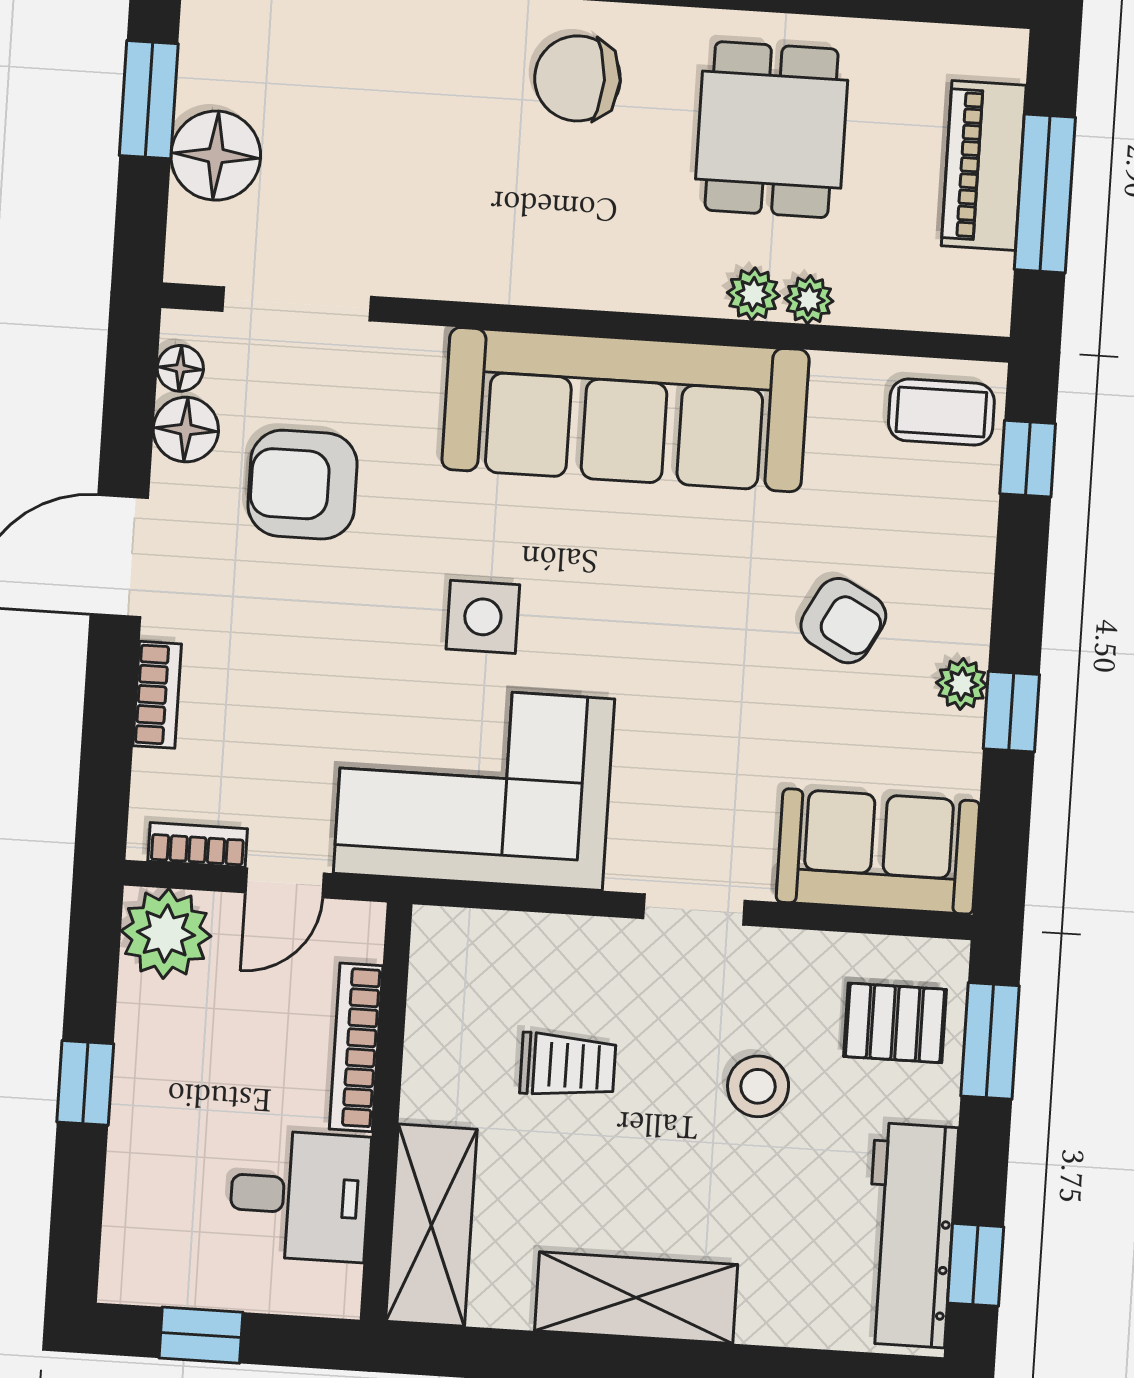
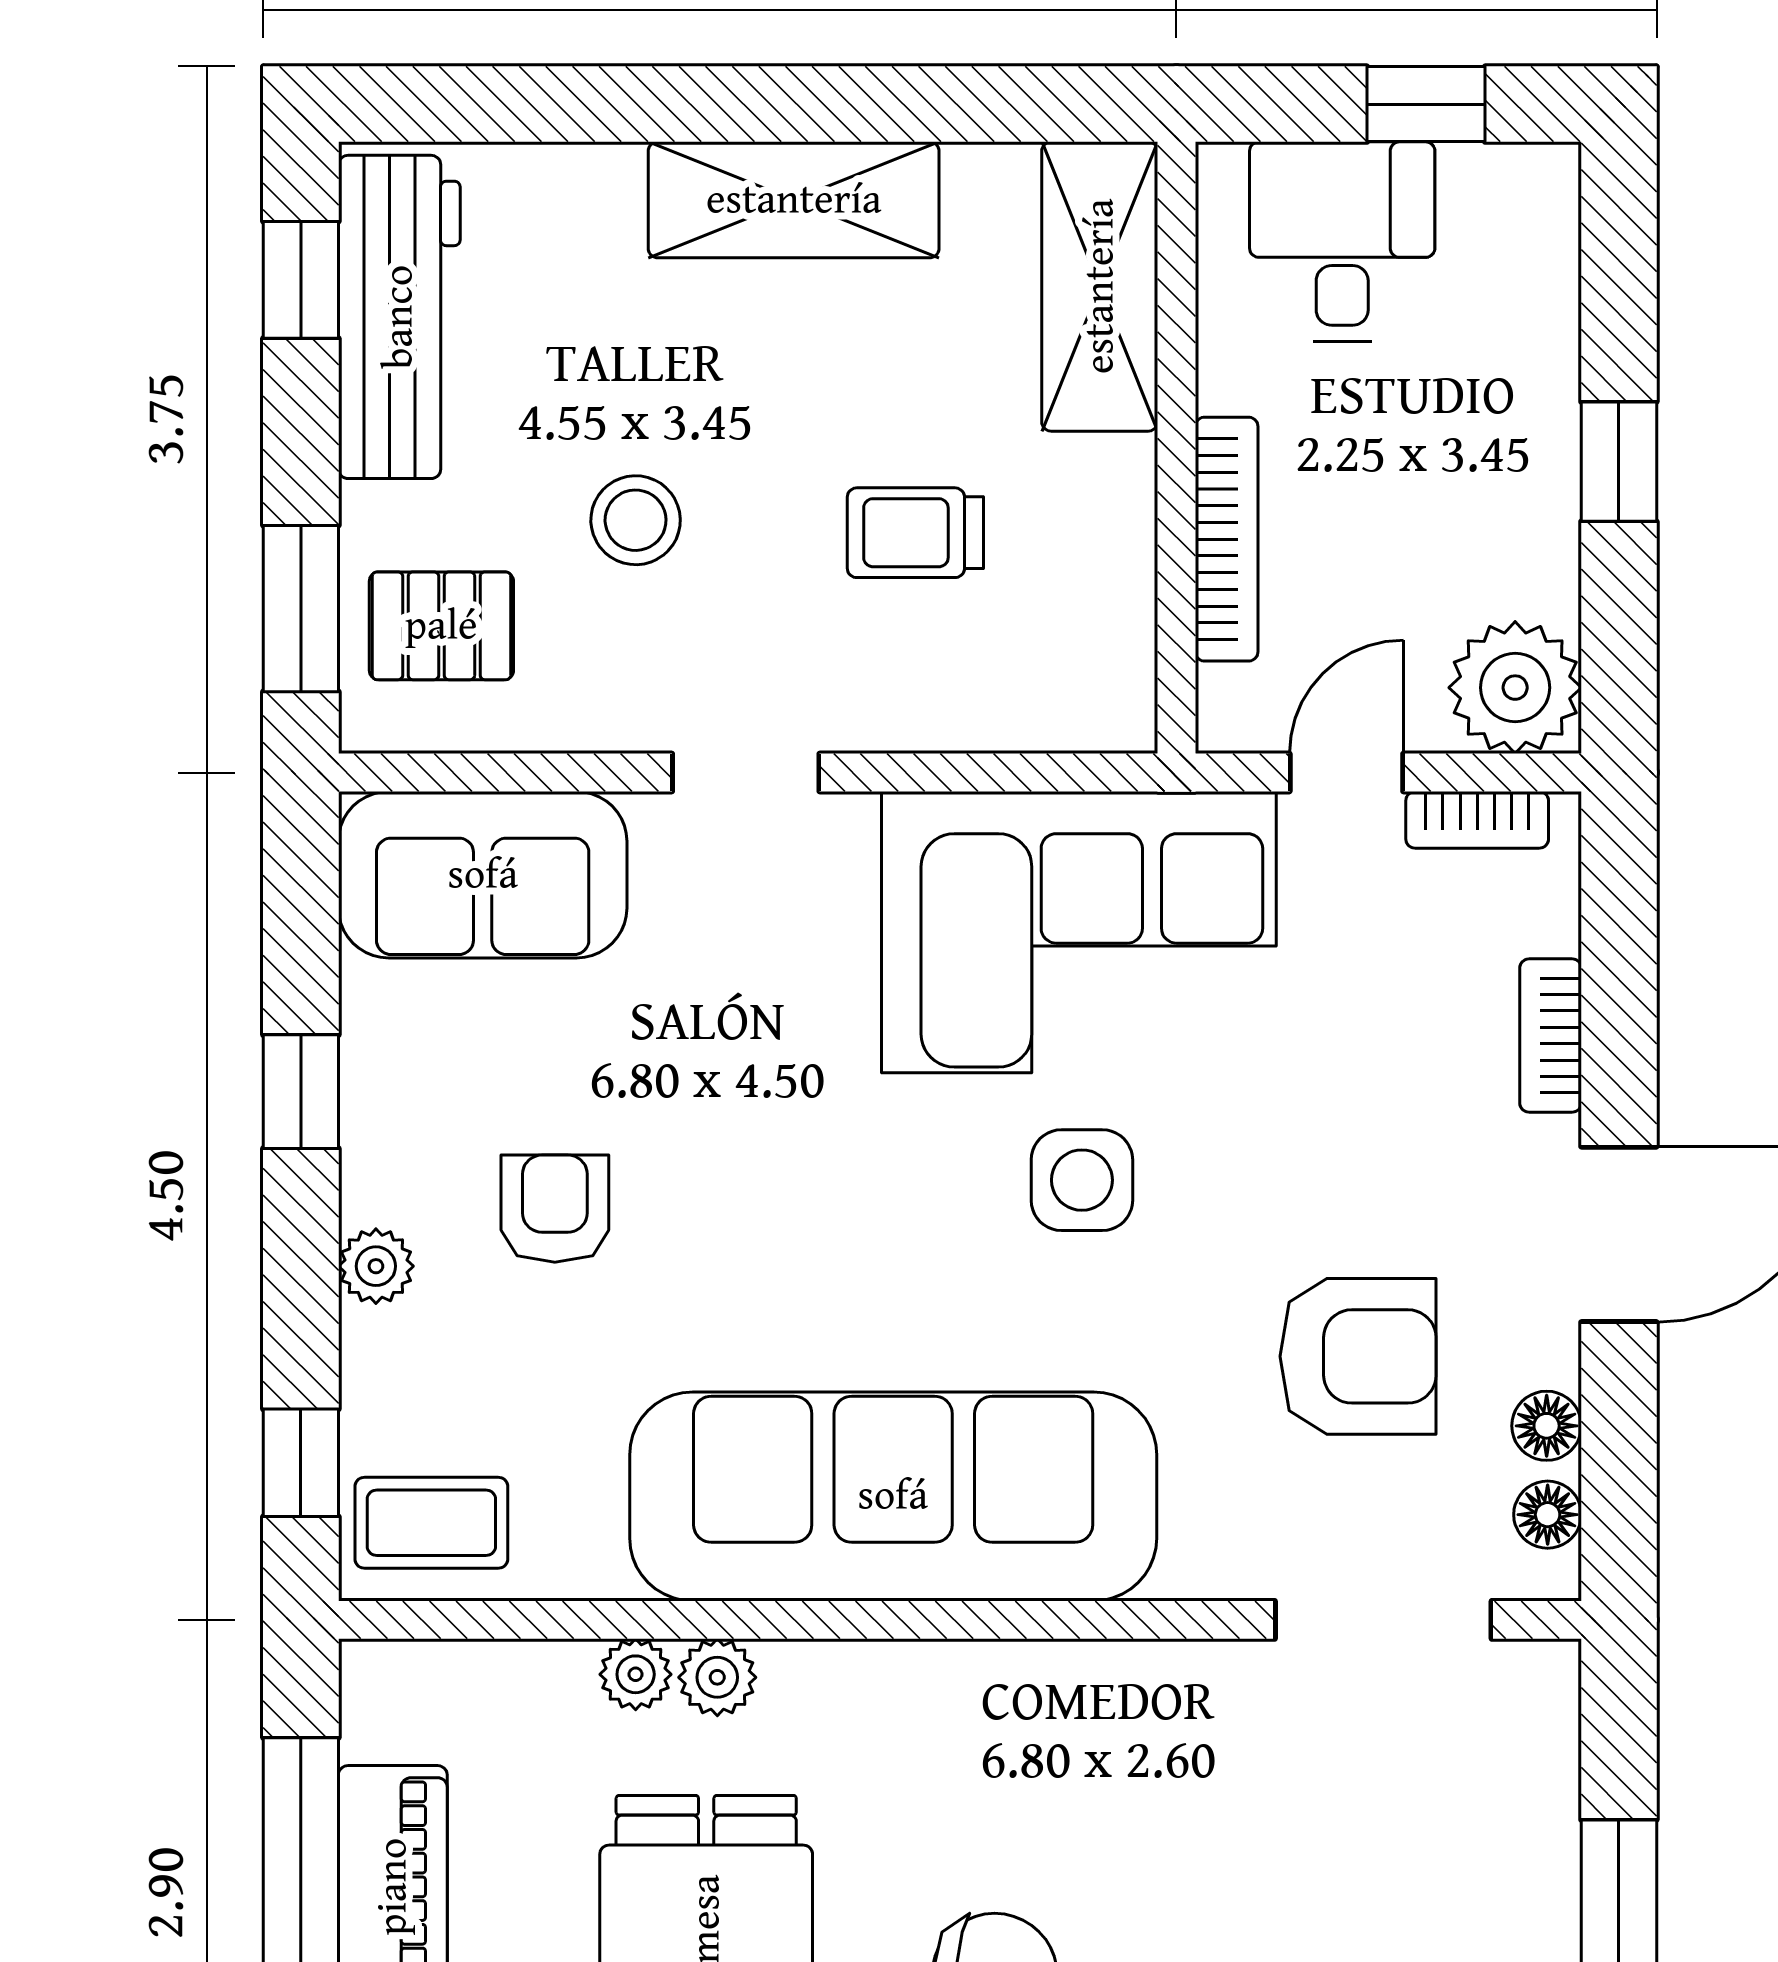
floor lamp: (216, 156) -> (1516, 1829), removed
floor lamp: (186, 430) -> (1547, 1426), width x0.73, depth x0.73
armchair: (843, 621) -> (555, 1209), turned 62
plant: (962, 684) -> (376, 1266), moved
desk: (300, 1196) -> (1342, 241), moved, turned 90

